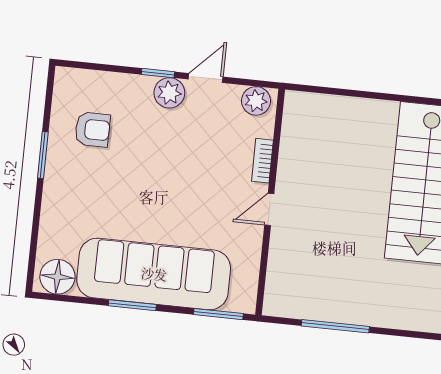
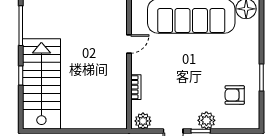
plant: (169, 93) -> (206, 120), moved
door: (269, 209) -> (129, 44), moved

